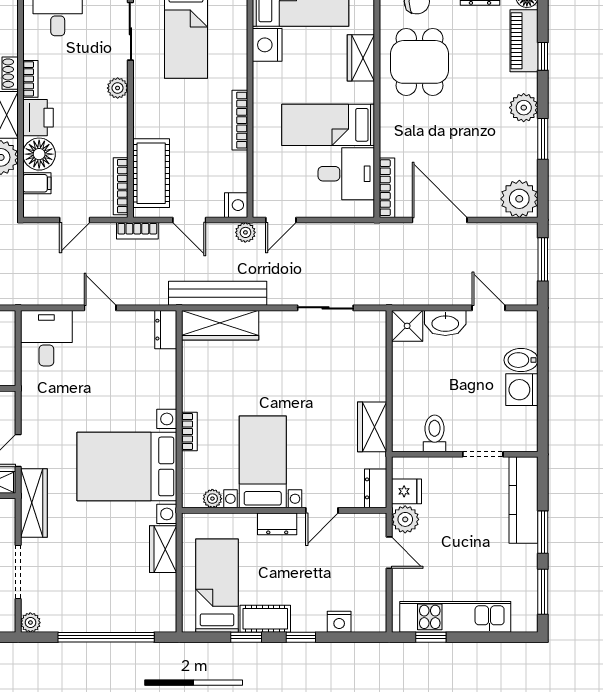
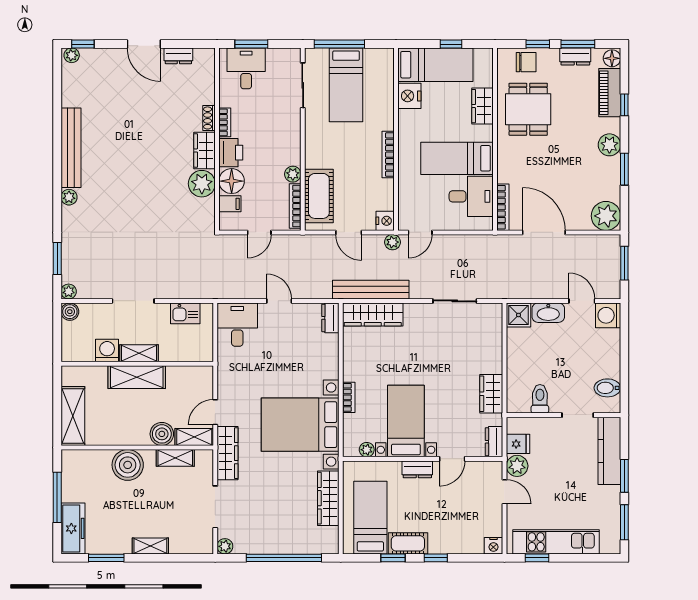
plant: (118, 88) -> (293, 174), moved
bookcase: (137, 231) -> (308, 241), removed
bidet: (521, 360) -> (607, 388), moved
washing machine: (522, 390) -> (608, 315), moved
wardrobe: (163, 549) -> (328, 498), width x1.50
nightstand: (339, 622) -> (493, 546), moved

